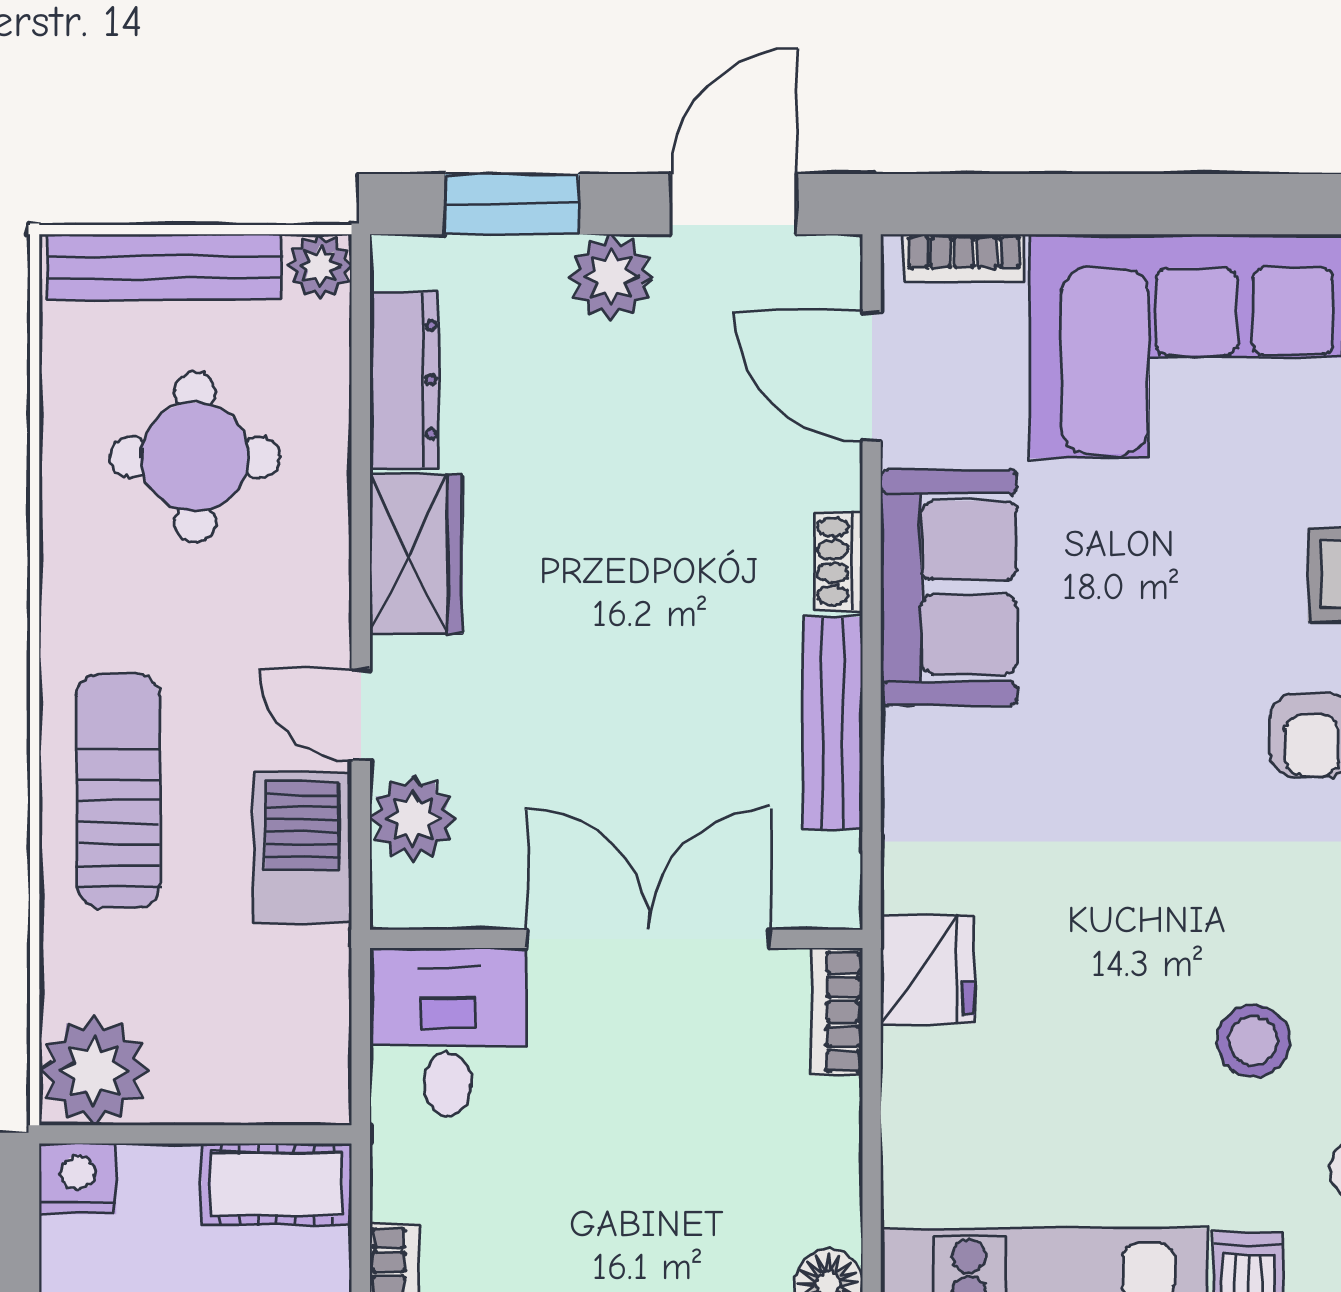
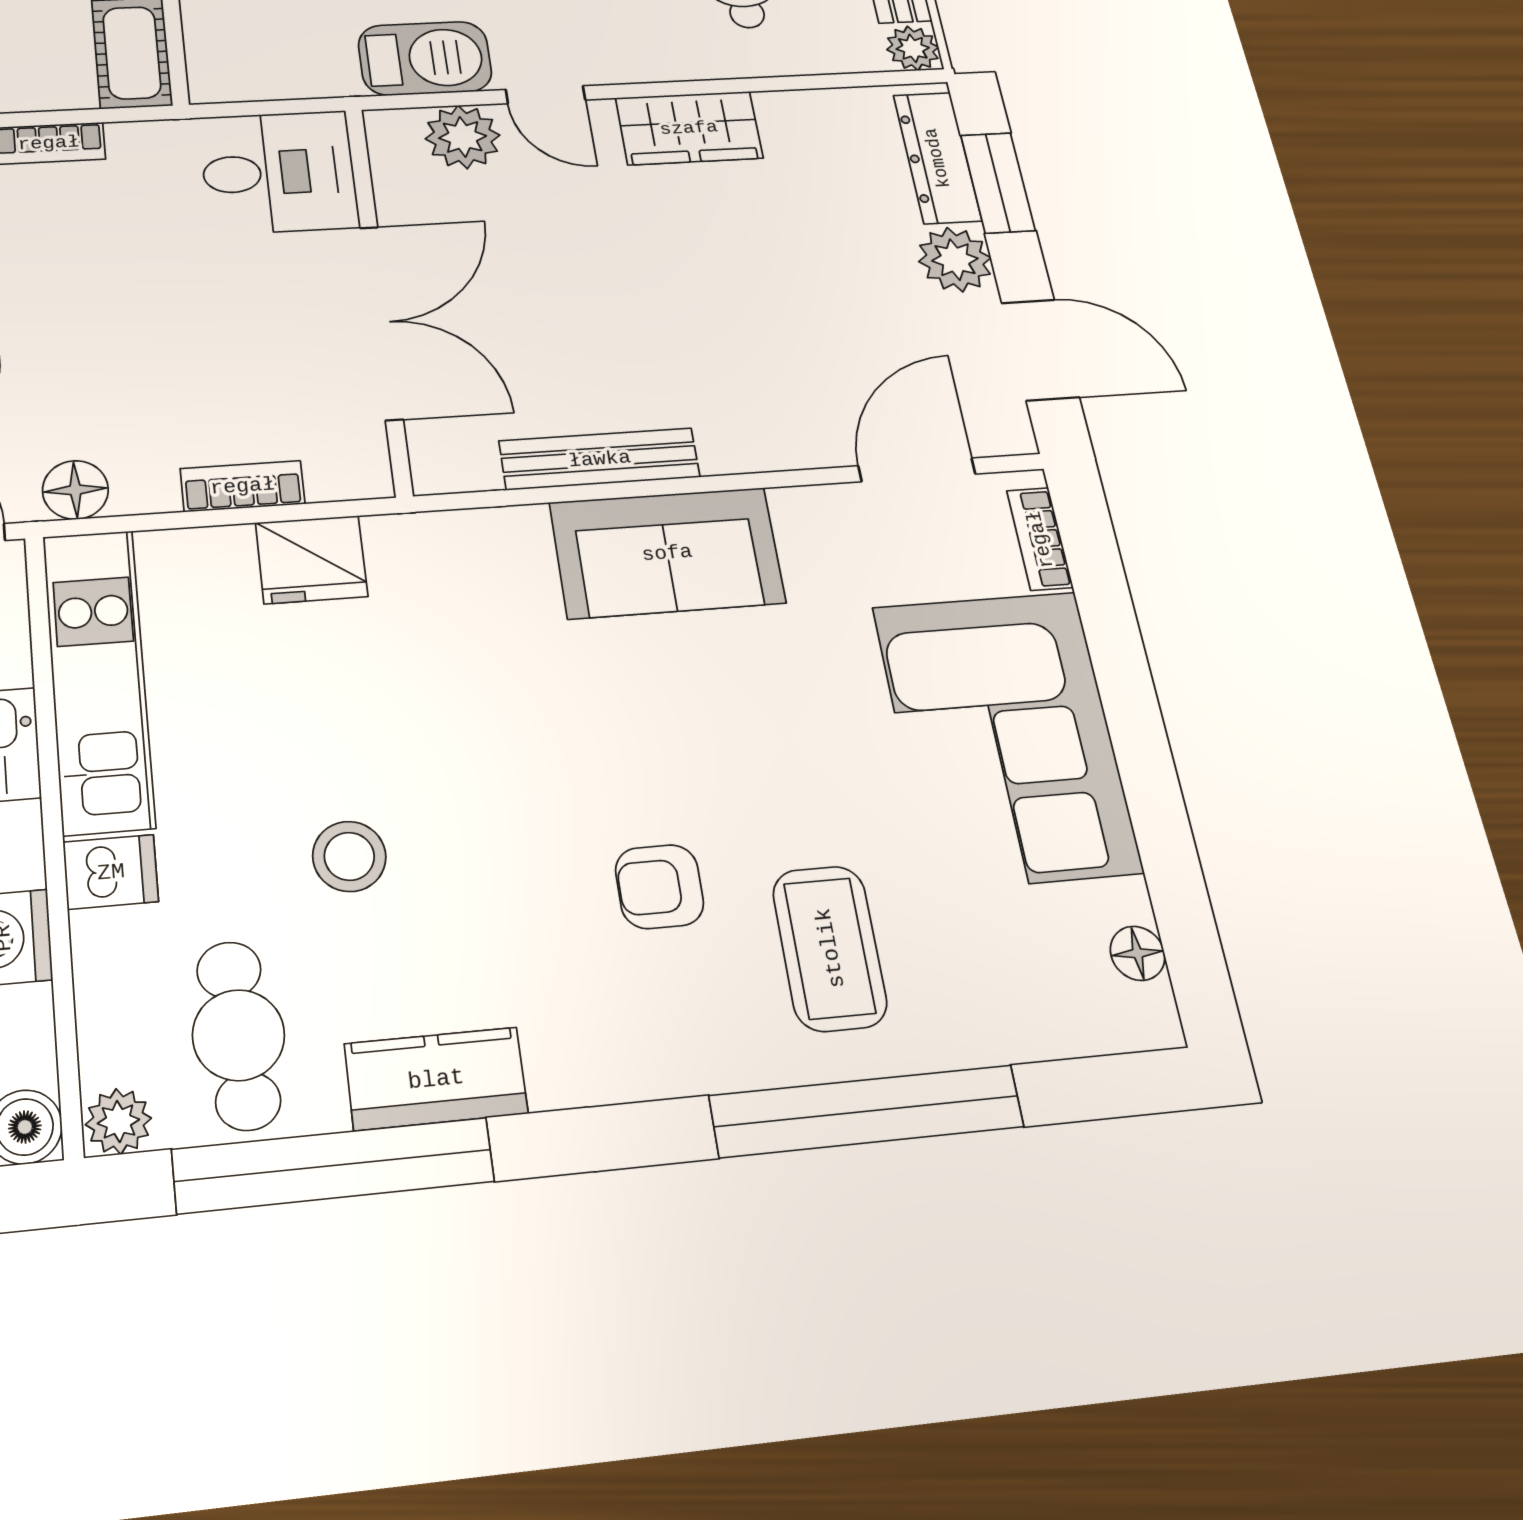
dresser: (404, 380) -> (937, 158), moved, turned 90
shoe rack: (839, 561) -> (747, 454), removed
sofa: (949, 588) -> (667, 553), moved
door: (361, 715) -> (545, 95), swing flipped
fridge: (928, 969) -> (311, 559), moved
bookcase: (837, 1012) -> (243, 486), moved

